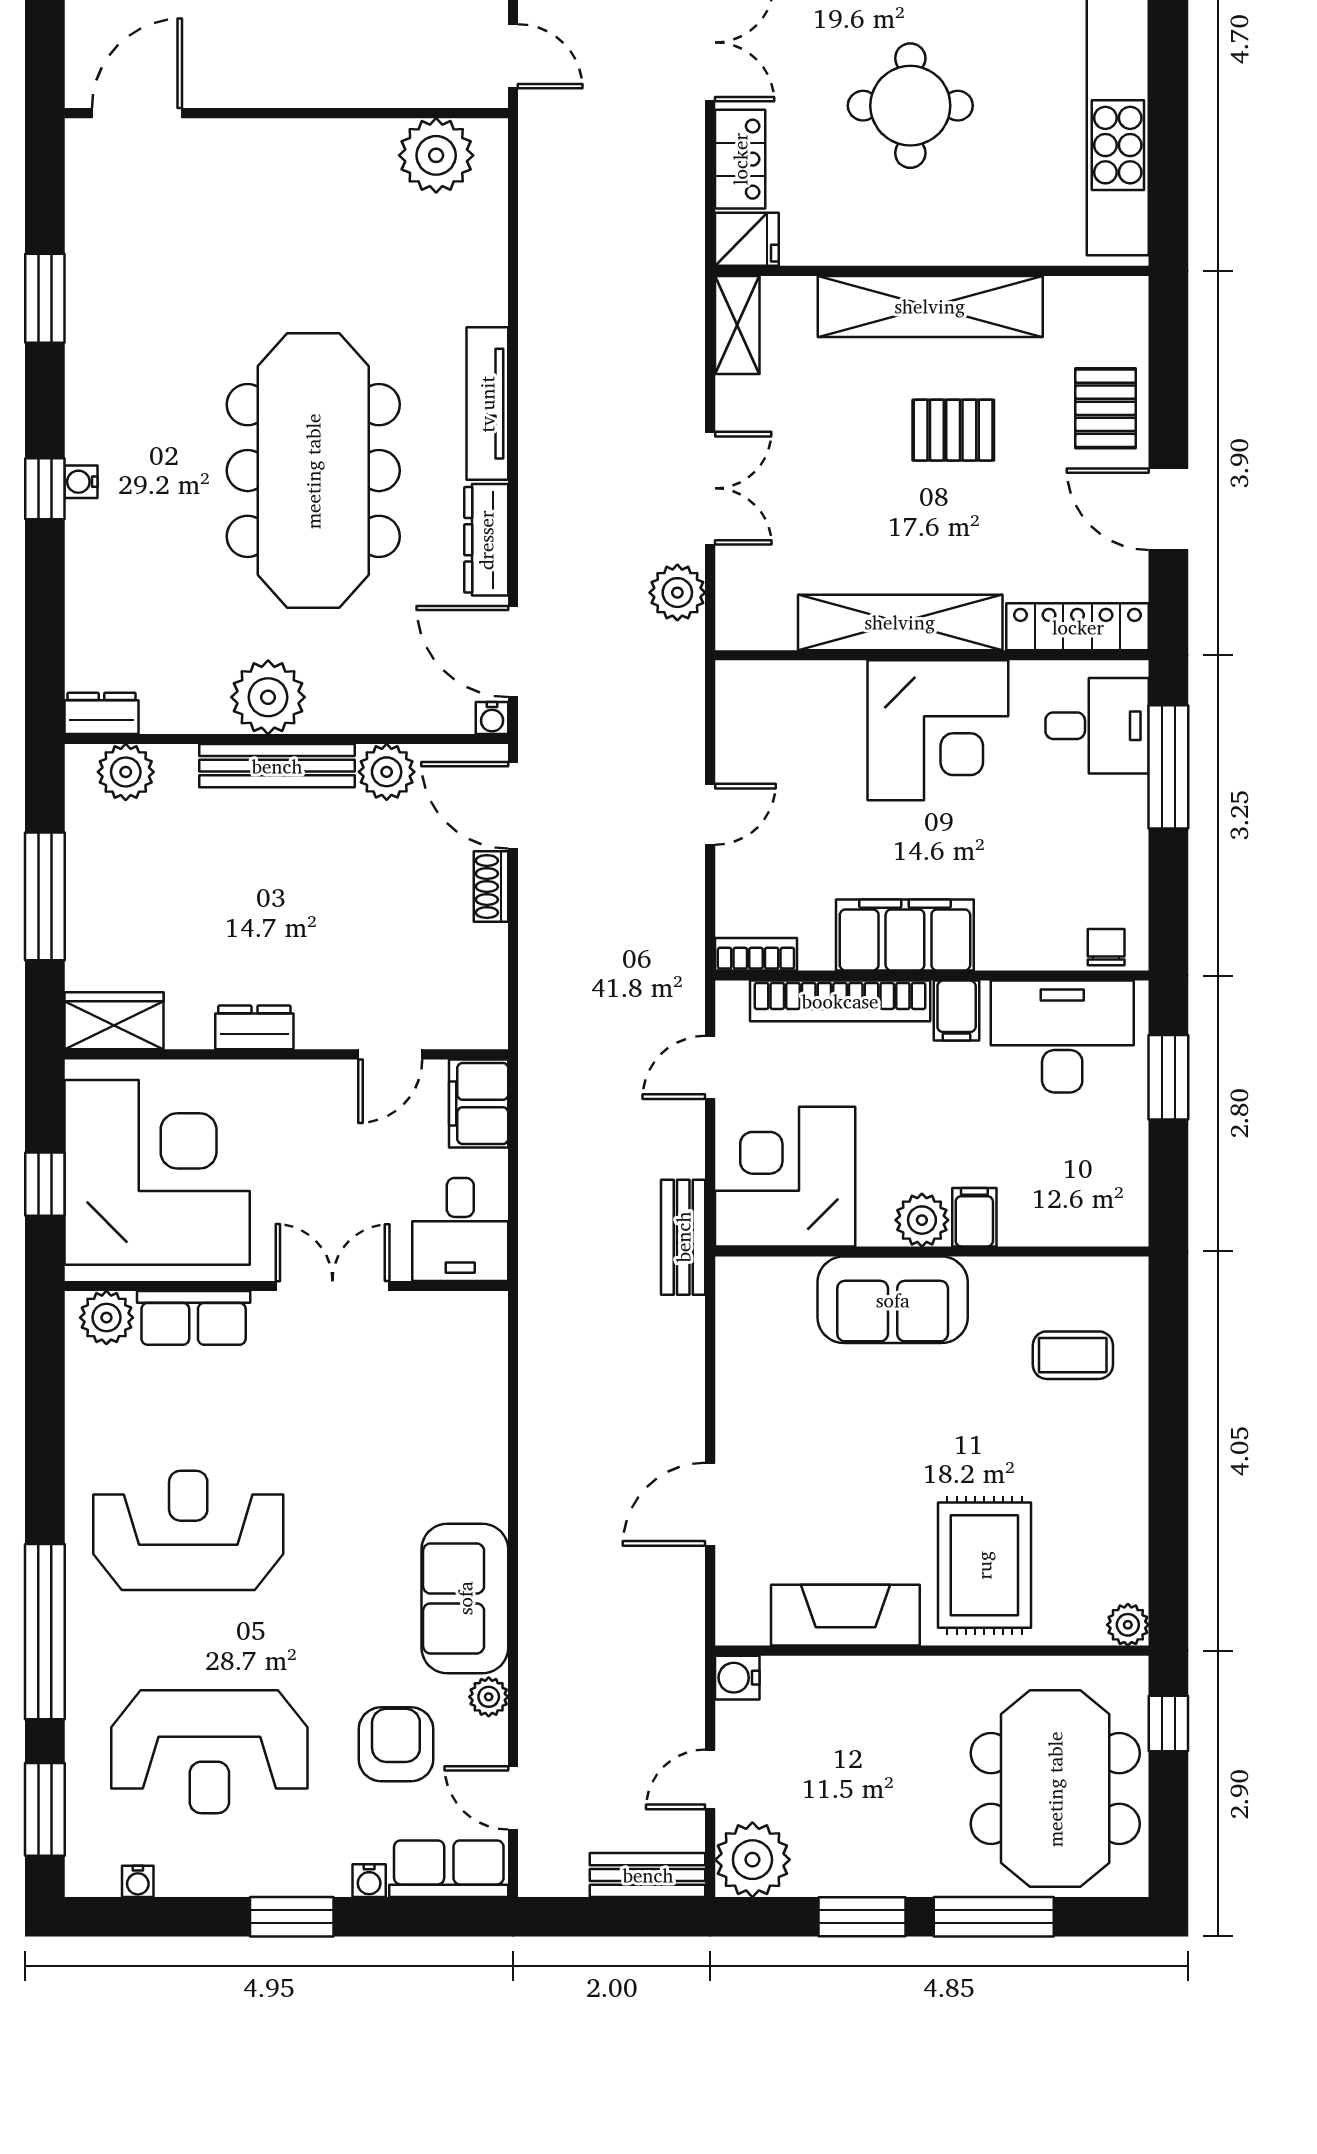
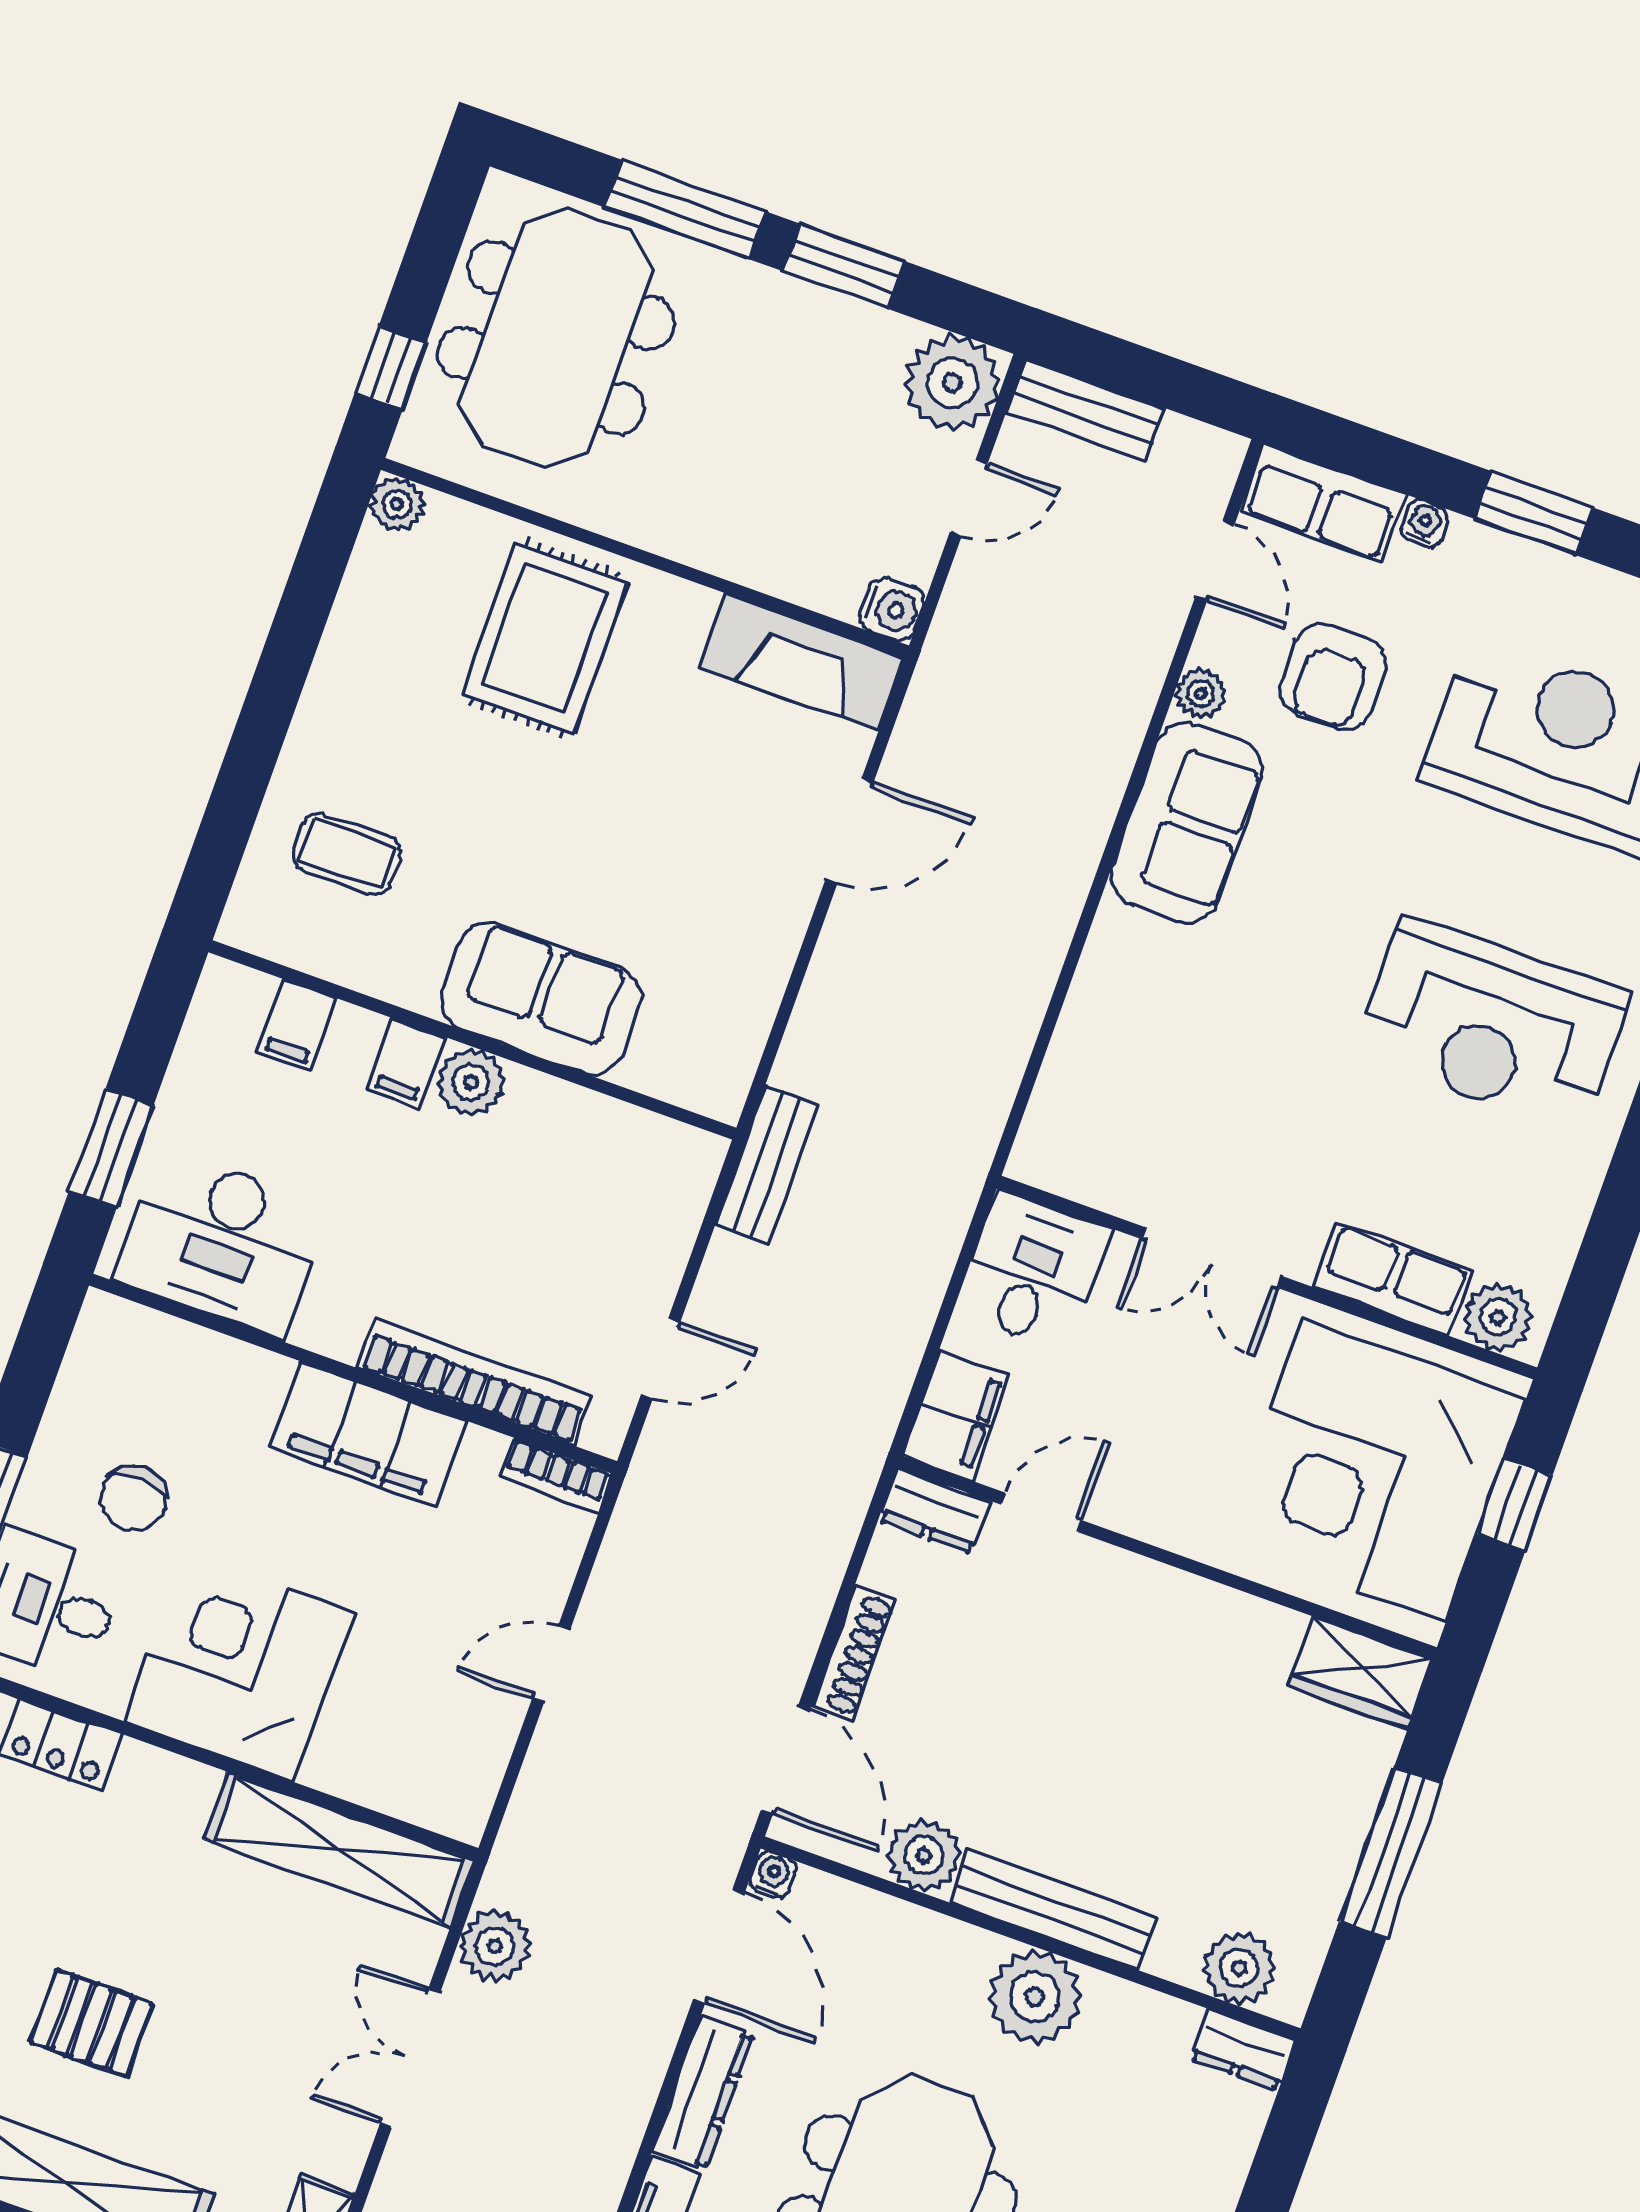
shelving: (900, 622) -> (339, 1850), moved
shoe rack: (491, 887) -> (854, 1653), width x1.43
chair: (1106, 947) -> (134, 1499), moved, width x1.37, depth x1.37
filing cabinet: (957, 1011) -> (297, 1025), moved, turned 180
dresser: (254, 1027) -> (935, 1511), moved
corner desk: (785, 1177) -> (617, 1194), removed
fireplace: (845, 1615) -> (802, 662), moved

